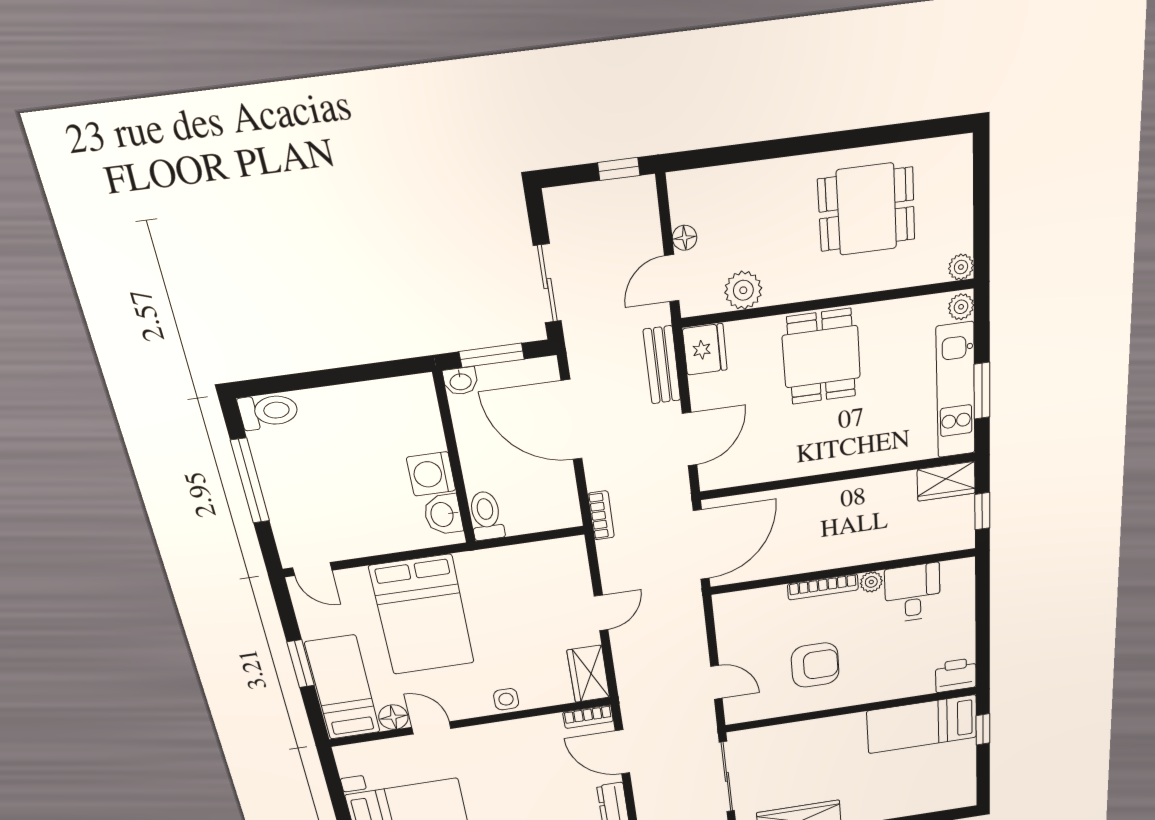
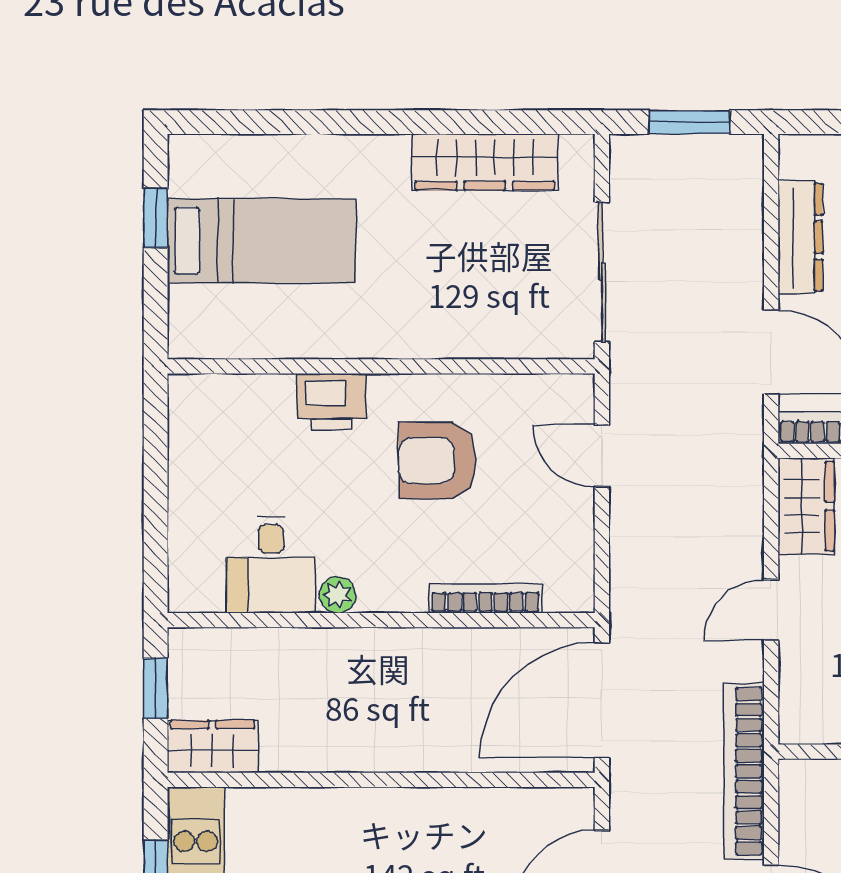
bookcase: (601, 515) -> (744, 771), width x2.31, depth x1.31
bookcase: (823, 587) -> (485, 599), moved
printer: (956, 675) -> (332, 402), moved
bed: (922, 724) -> (262, 241), moved
window: (983, 729) -> (156, 218), moved

